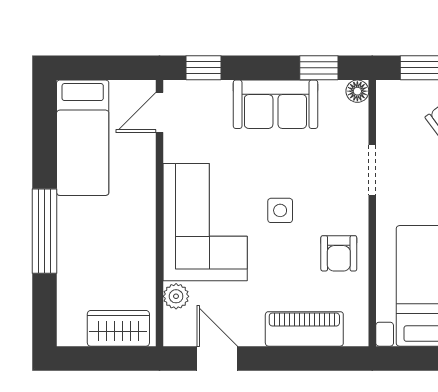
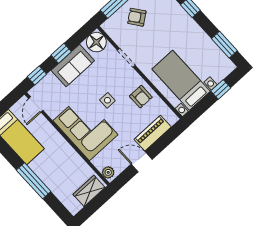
window: (319, 68) -> (61, 53), moved
floor lamp: (357, 91) -> (96, 42), width x1.89, depth x1.89
plant: (176, 296) -> (108, 172), moved
door: (217, 358) -> (142, 162), moved

